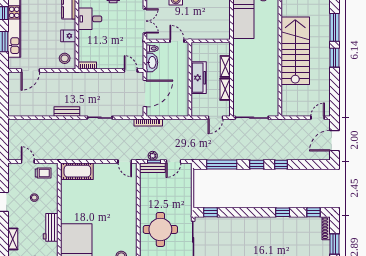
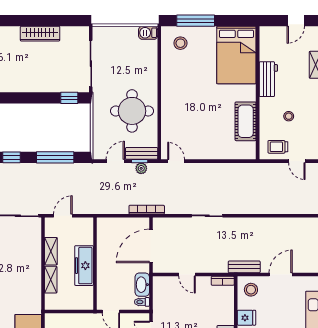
door: (30, 70) -> (281, 275), moved
door: (131, 70) -> (187, 275), moved
bench: (67, 111) -> (244, 267), moved
cot: (77, 171) -> (246, 121), moved, turned 90
round table: (160, 229) -> (132, 111), moved

